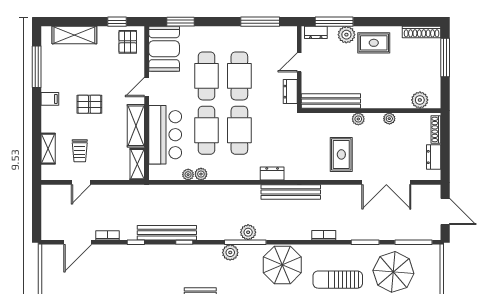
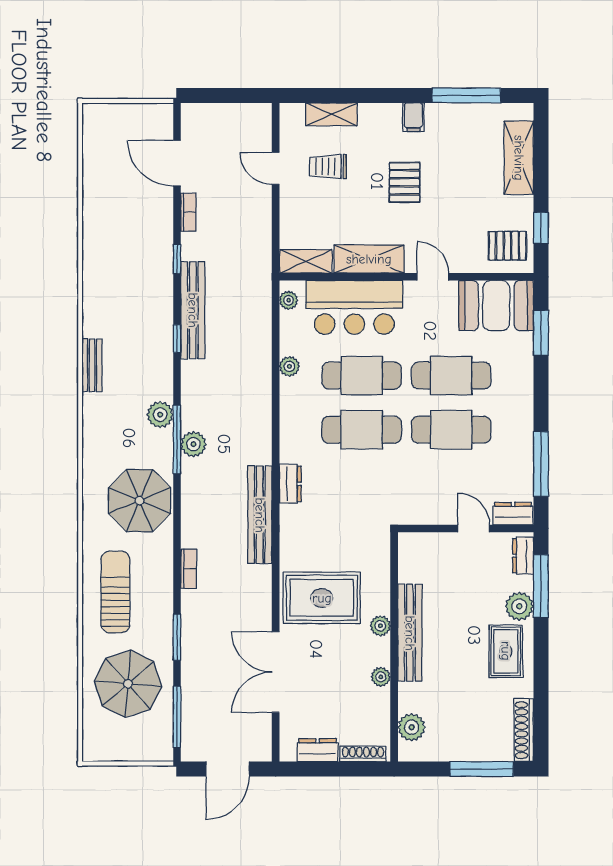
dresser: (290, 92) -> (513, 514), moved
bench: (331, 101) -> (410, 633), moved
rug: (341, 154) -> (322, 598), width x1.36, depth x1.43
plant: (188, 175) -> (289, 300), moved

